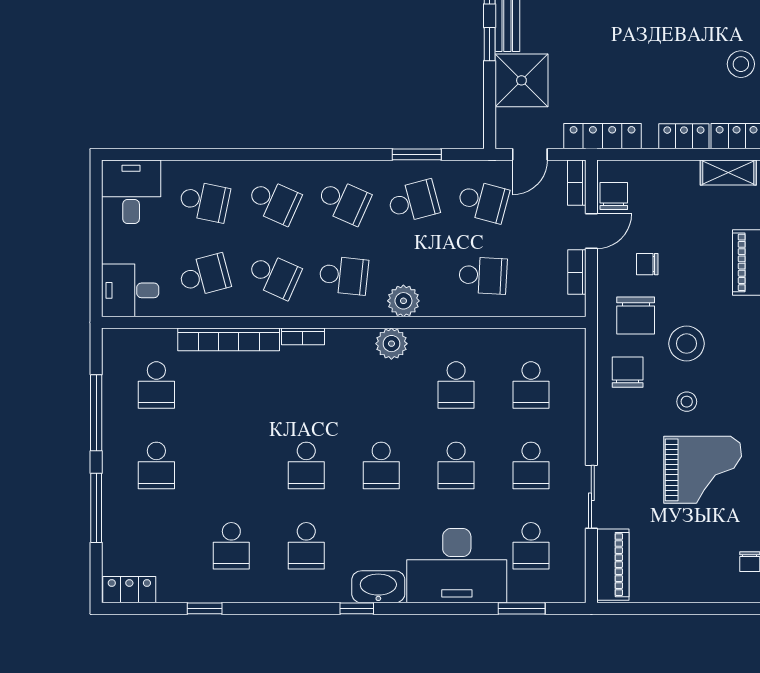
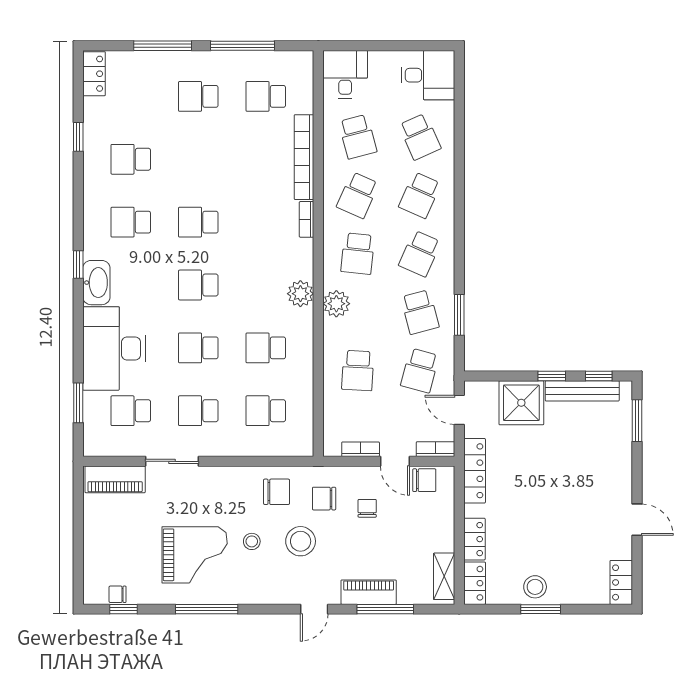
school desk: (204, 201) -> (420, 137), turned -36
chair: (636, 316) -> (324, 499), width x0.73, depth x0.73
grand piano: (703, 470) -> (195, 555), turned -90

